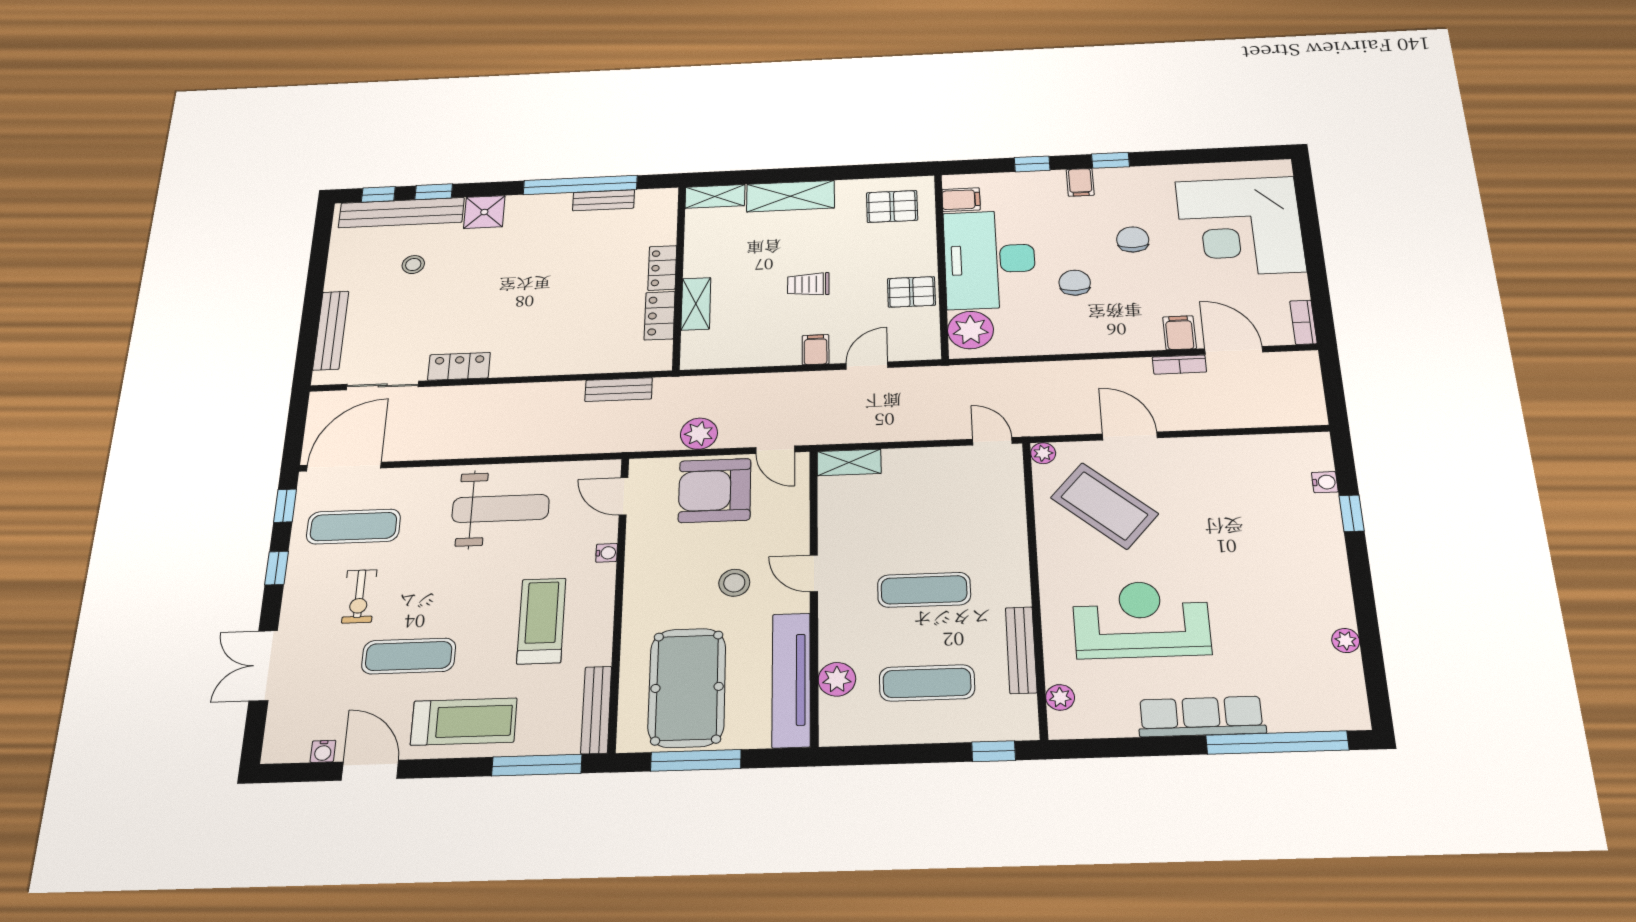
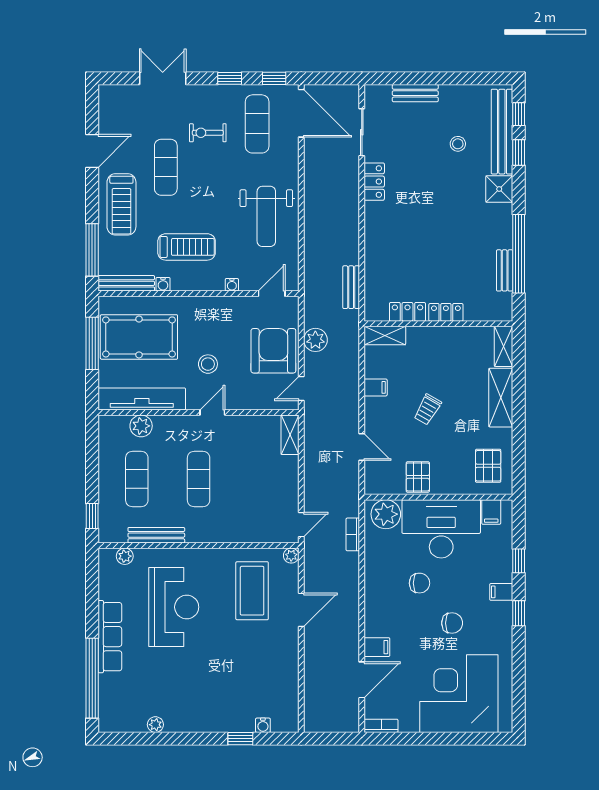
trolley: (808, 284) -> (427, 410), turned -150
shelving: (696, 304) -> (385, 336), moved
bench: (331, 330) -> (415, 93), width x0.73
filing cabinet: (816, 350) -> (376, 387), moved
bookcase: (1179, 365) -> (353, 534), moved
coffee table: (1104, 506) -> (252, 591), turned -41
water cooler: (323, 751) -> (163, 284), moved, turned -90

